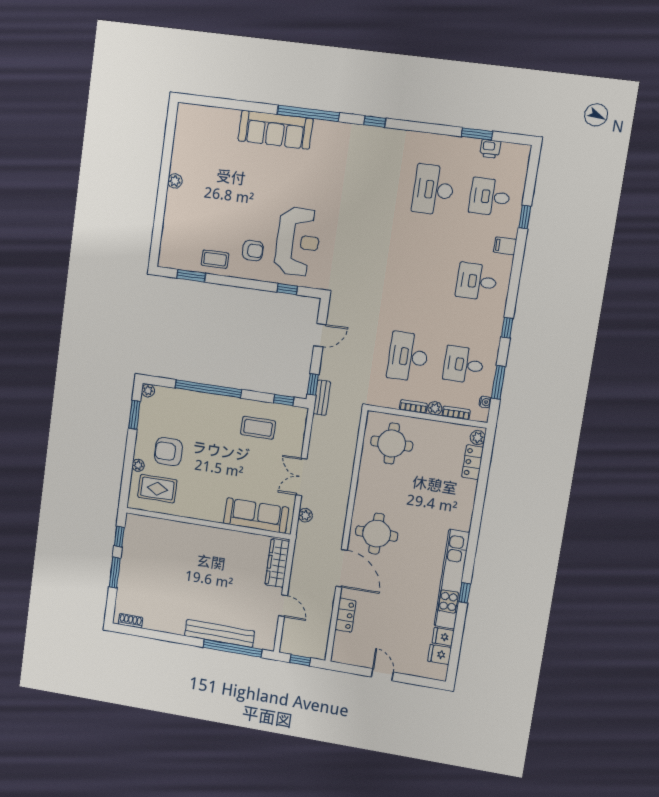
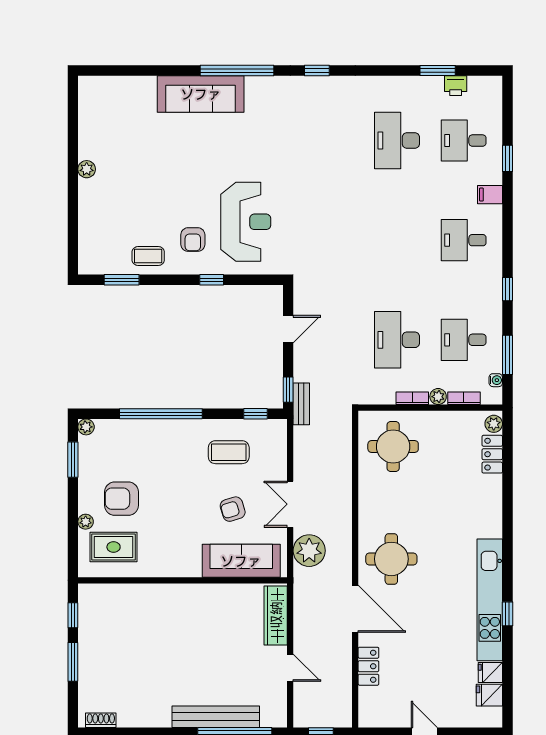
armchair: (253, 251) -> (193, 240), turned 90
window: (287, 289) -> (212, 280), moved
armchair: (255, 474) -> (233, 509), added
plant: (305, 515) -> (309, 551), width x1.88, depth x1.88

